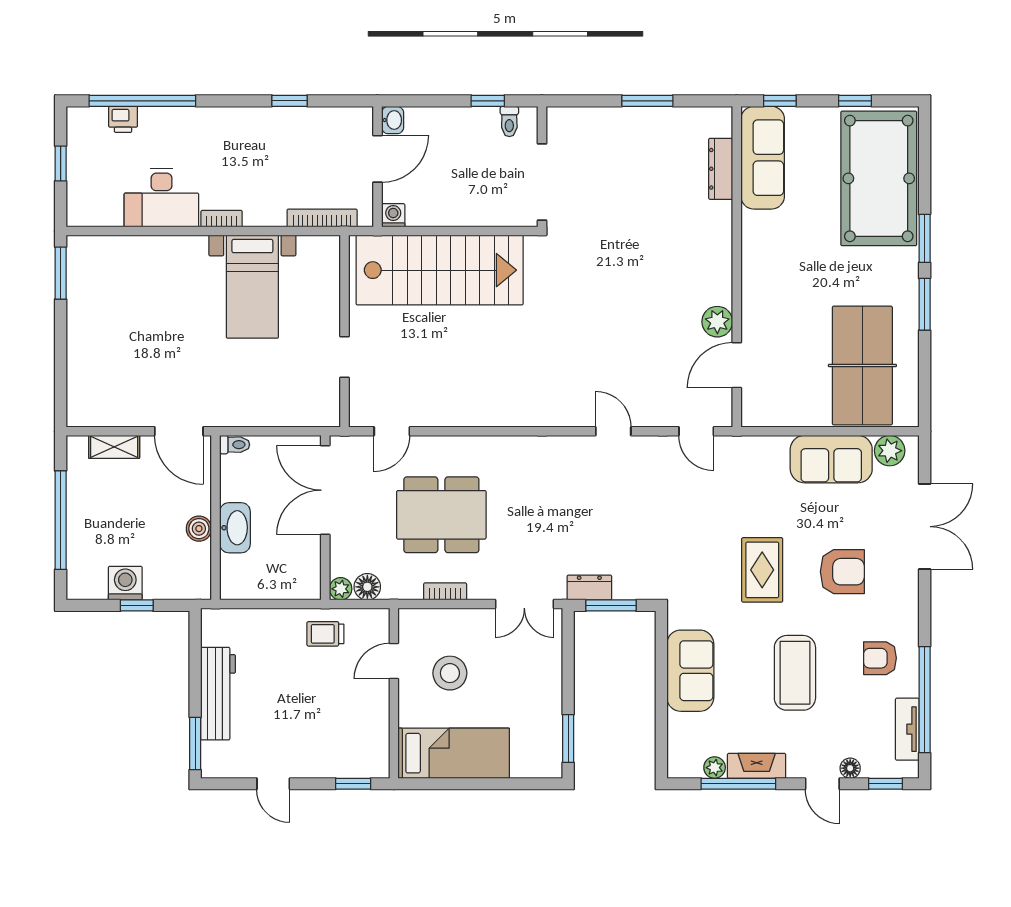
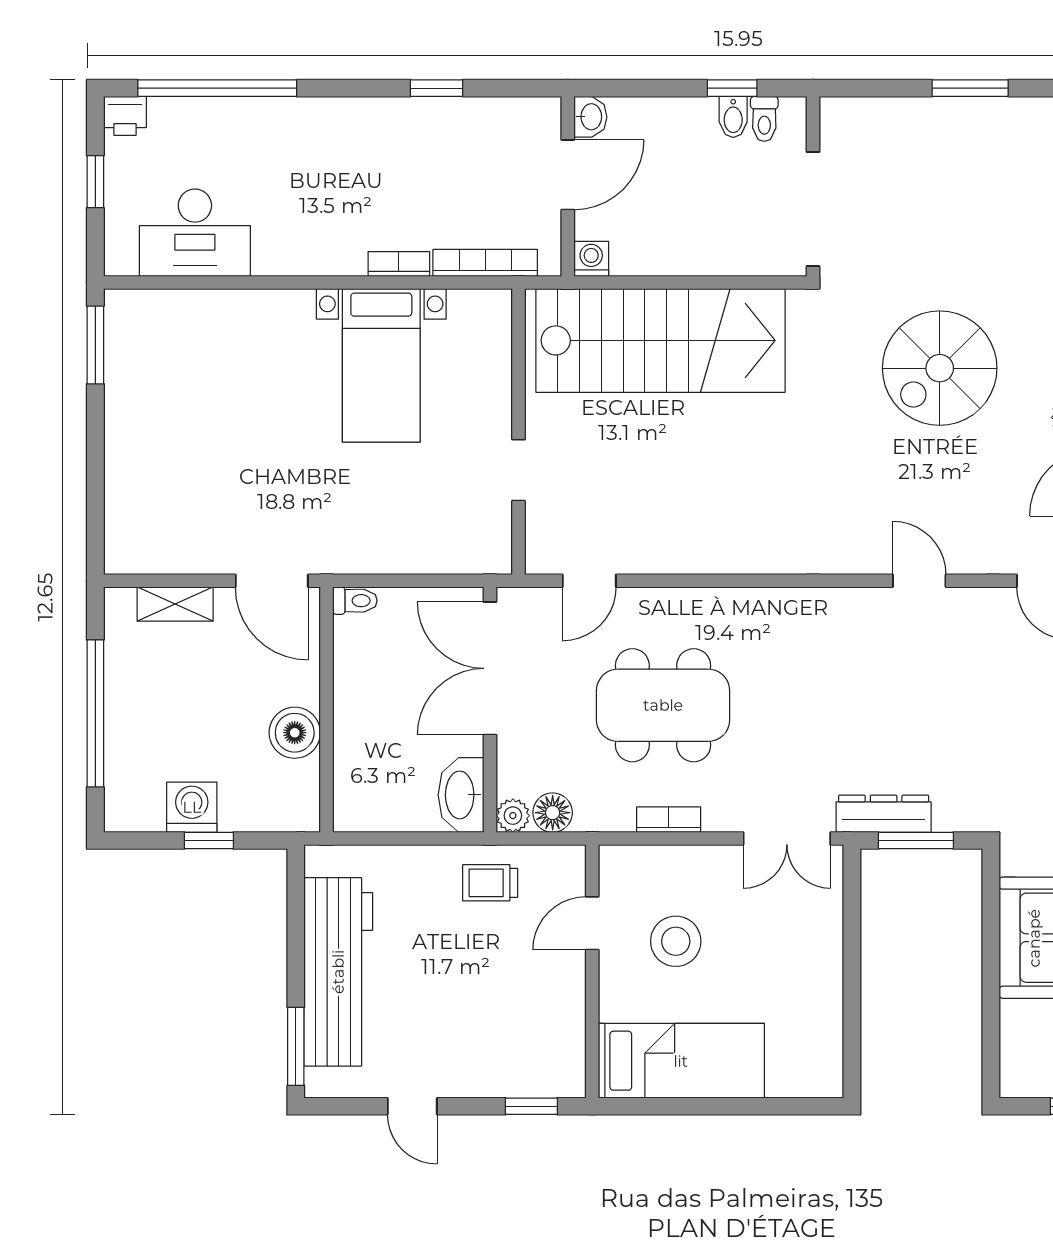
printer: (123, 119) -> (125, 116), moved
bidet: (488, 120) -> (733, 117), added
desk: (161, 198) -> (195, 233), moved
bookcase: (222, 219) -> (399, 264), moved
spiral stairs: (627, 289) -> (940, 368), added
washbasin: (235, 528) -> (461, 795), moved, turned 180
boiler: (199, 529) -> (295, 733), width x1.36, depth x1.36
dresser: (589, 588) -> (884, 814), width x1.44
workbench: (218, 694) -> (338, 972), width x1.36, depth x1.32
window: (568, 739) -> (852, 1039), removed

